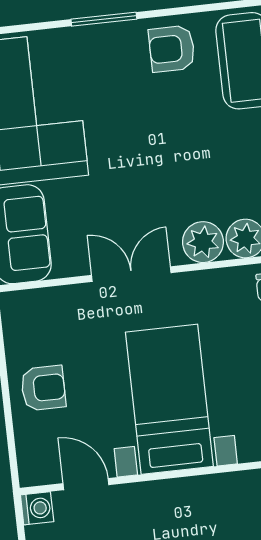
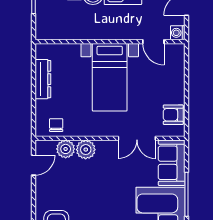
double door: (131, 274) -> (137, 138), moved
armchair: (43, 388) -> (173, 115), moved

